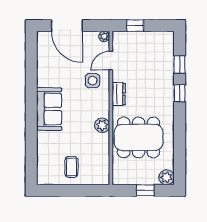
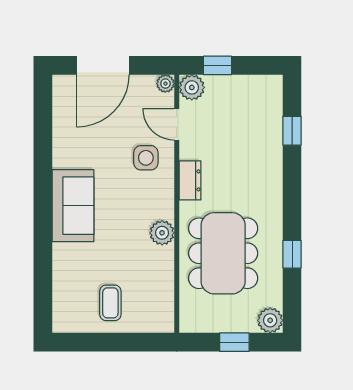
door: (67, 26) -> (103, 65), hinge flipped
plant: (120, 39) -> (192, 87), added
door: (111, 61) -> (177, 124), hinge flipped
window: (180, 93) -> (292, 254), moved
dining table: (139, 137) -> (223, 253), turned 90

